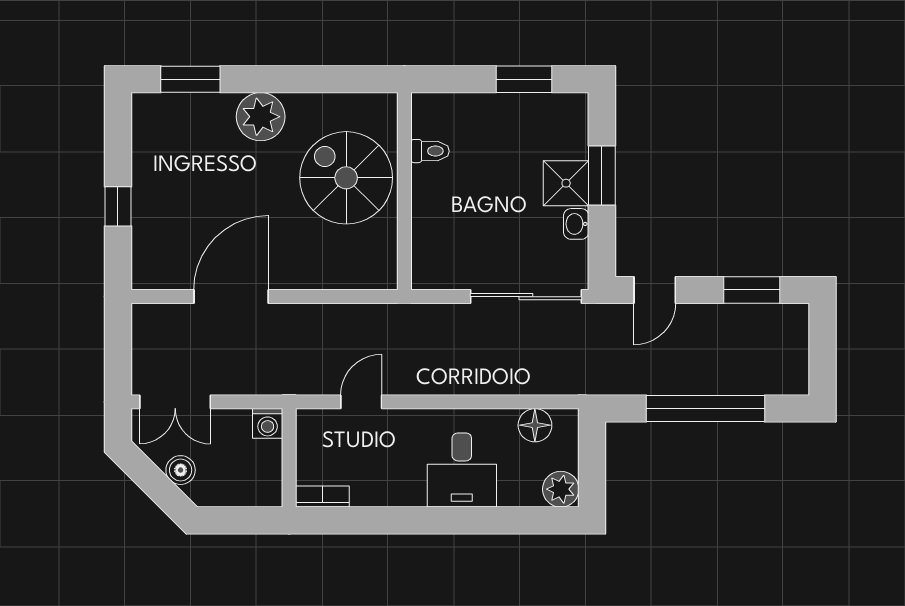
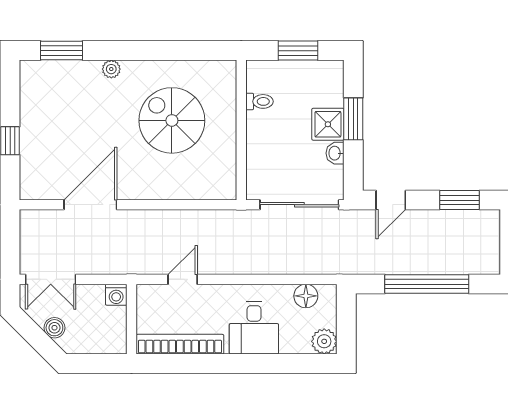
plant: (261, 117) -> (111, 69), width x0.53, depth x0.53
toilet: (430, 151) -> (259, 101), moved
wall: (404, 191) -> (241, 130), moved
bookcase: (322, 497) -> (180, 344), width x2.31, depth x1.31

